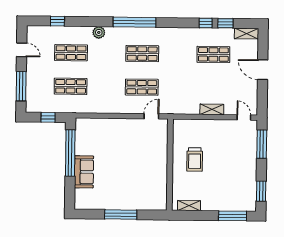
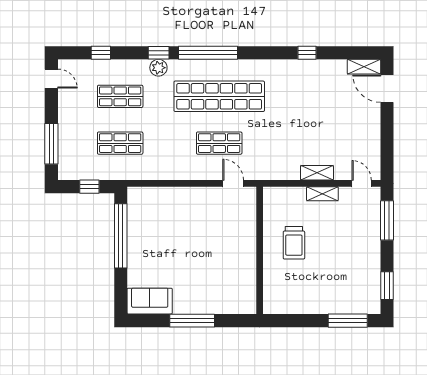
window: (225, 23) -> (159, 53), moved
door: (22, 50) -> (51, 79), moved
shop shelf: (142, 54) -> (219, 96), width x2.00, depth x1.36
shop shelf: (213, 54) -> (318, 96), removed
door: (263, 70) -> (387, 89), moved
door: (151, 116) -> (233, 183), hinge flipped
sofa: (84, 172) -> (150, 301), moved, turned -90
shelving: (189, 206) -> (322, 194), moved

